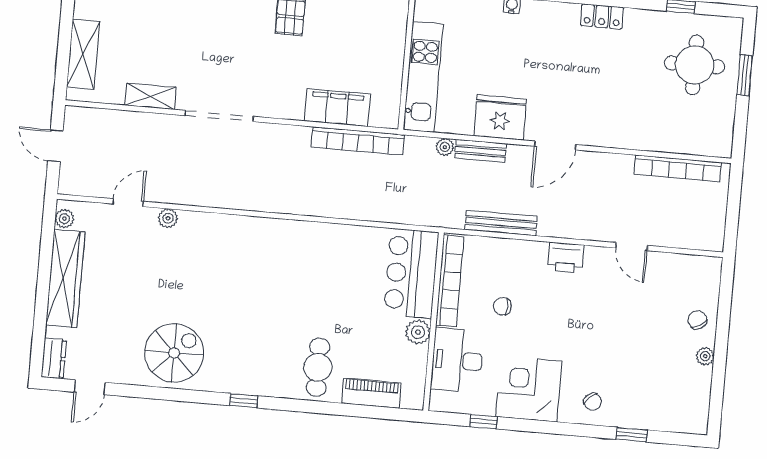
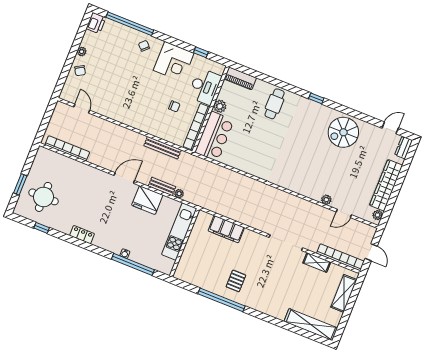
bookcase: (358, 141) -> (340, 257), moved
door: (632, 247) -> (82, 109), moved
printer: (566, 258) -> (96, 23), moved, turned 90
piano: (371, 393) -> (240, 78), moved
window: (632, 435) -> (130, 24), width x3.17

